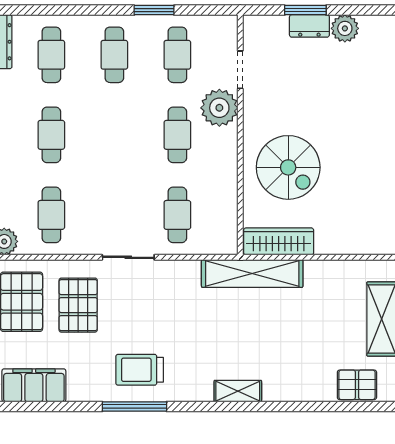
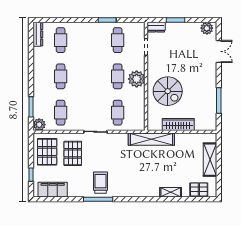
dresser: (309, 26) -> (156, 27), moved
plant: (345, 28) -> (207, 28), moved
cafe table: (114, 55) -> (89, 40), removed
plant: (219, 108) -> (137, 79), moved
wardrobe: (279, 241) -> (178, 125), moved
trolley: (140, 370) -> (101, 183), turned 90
shelving: (238, 391) -> (171, 192), moved

